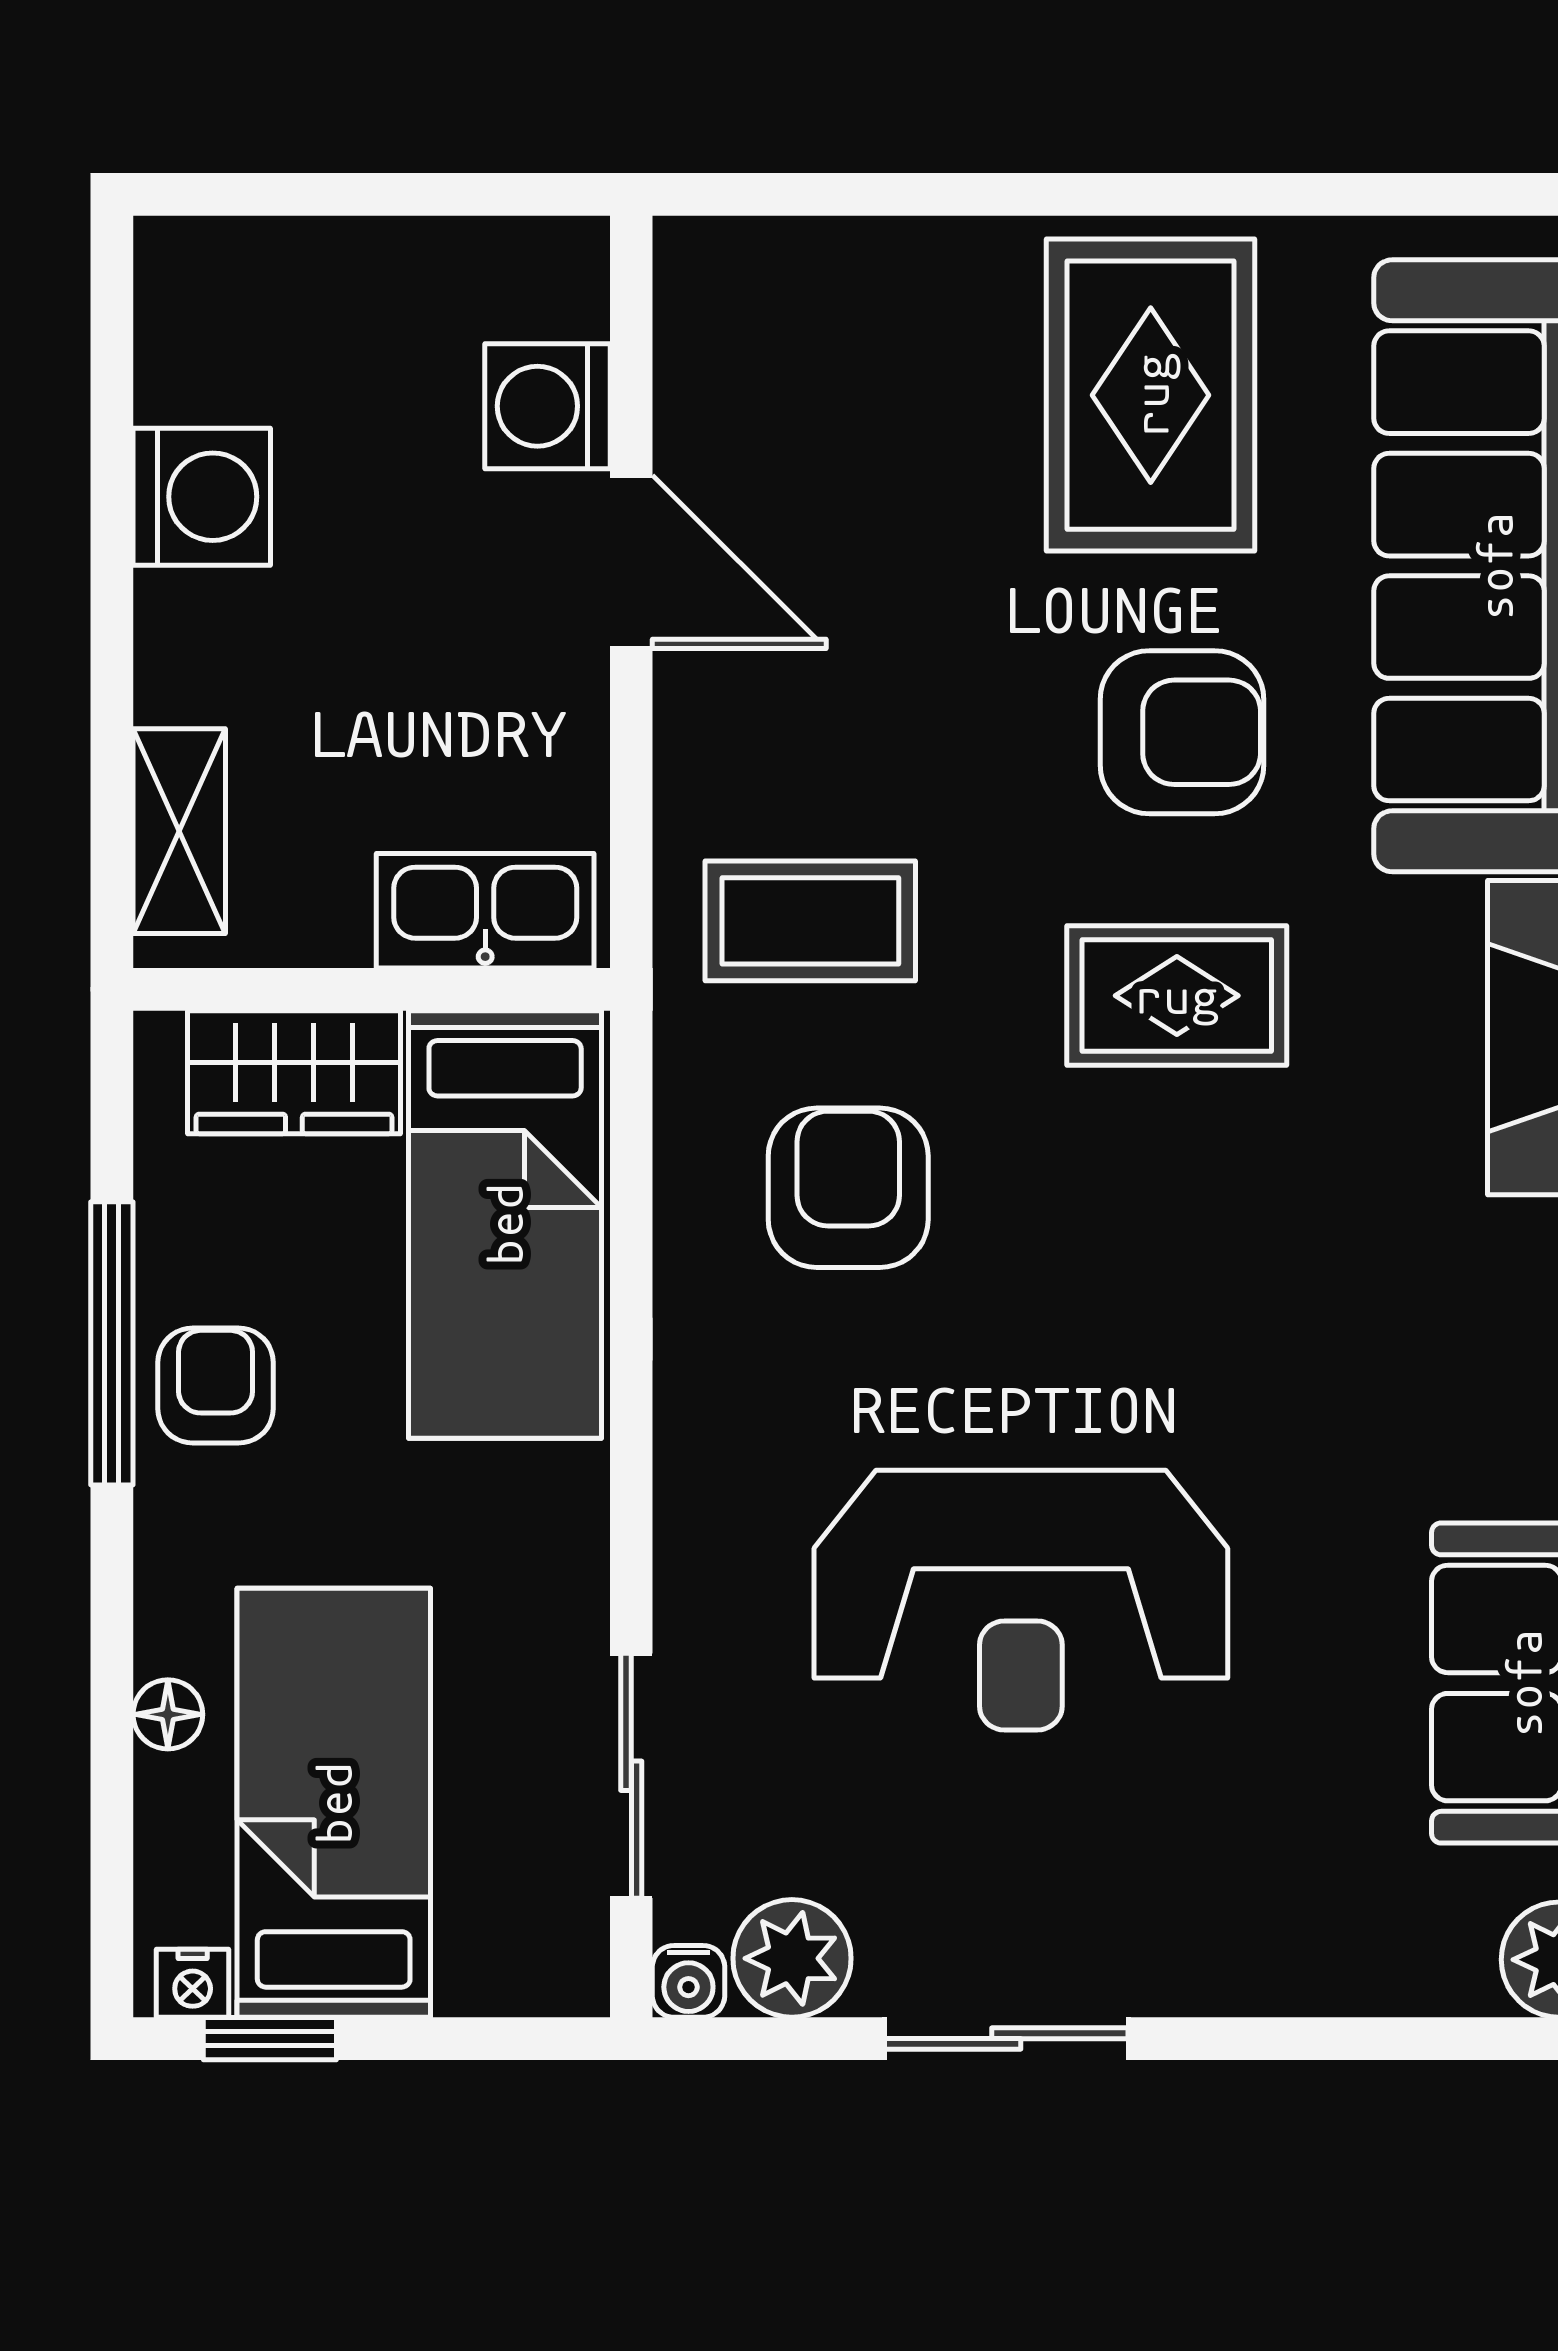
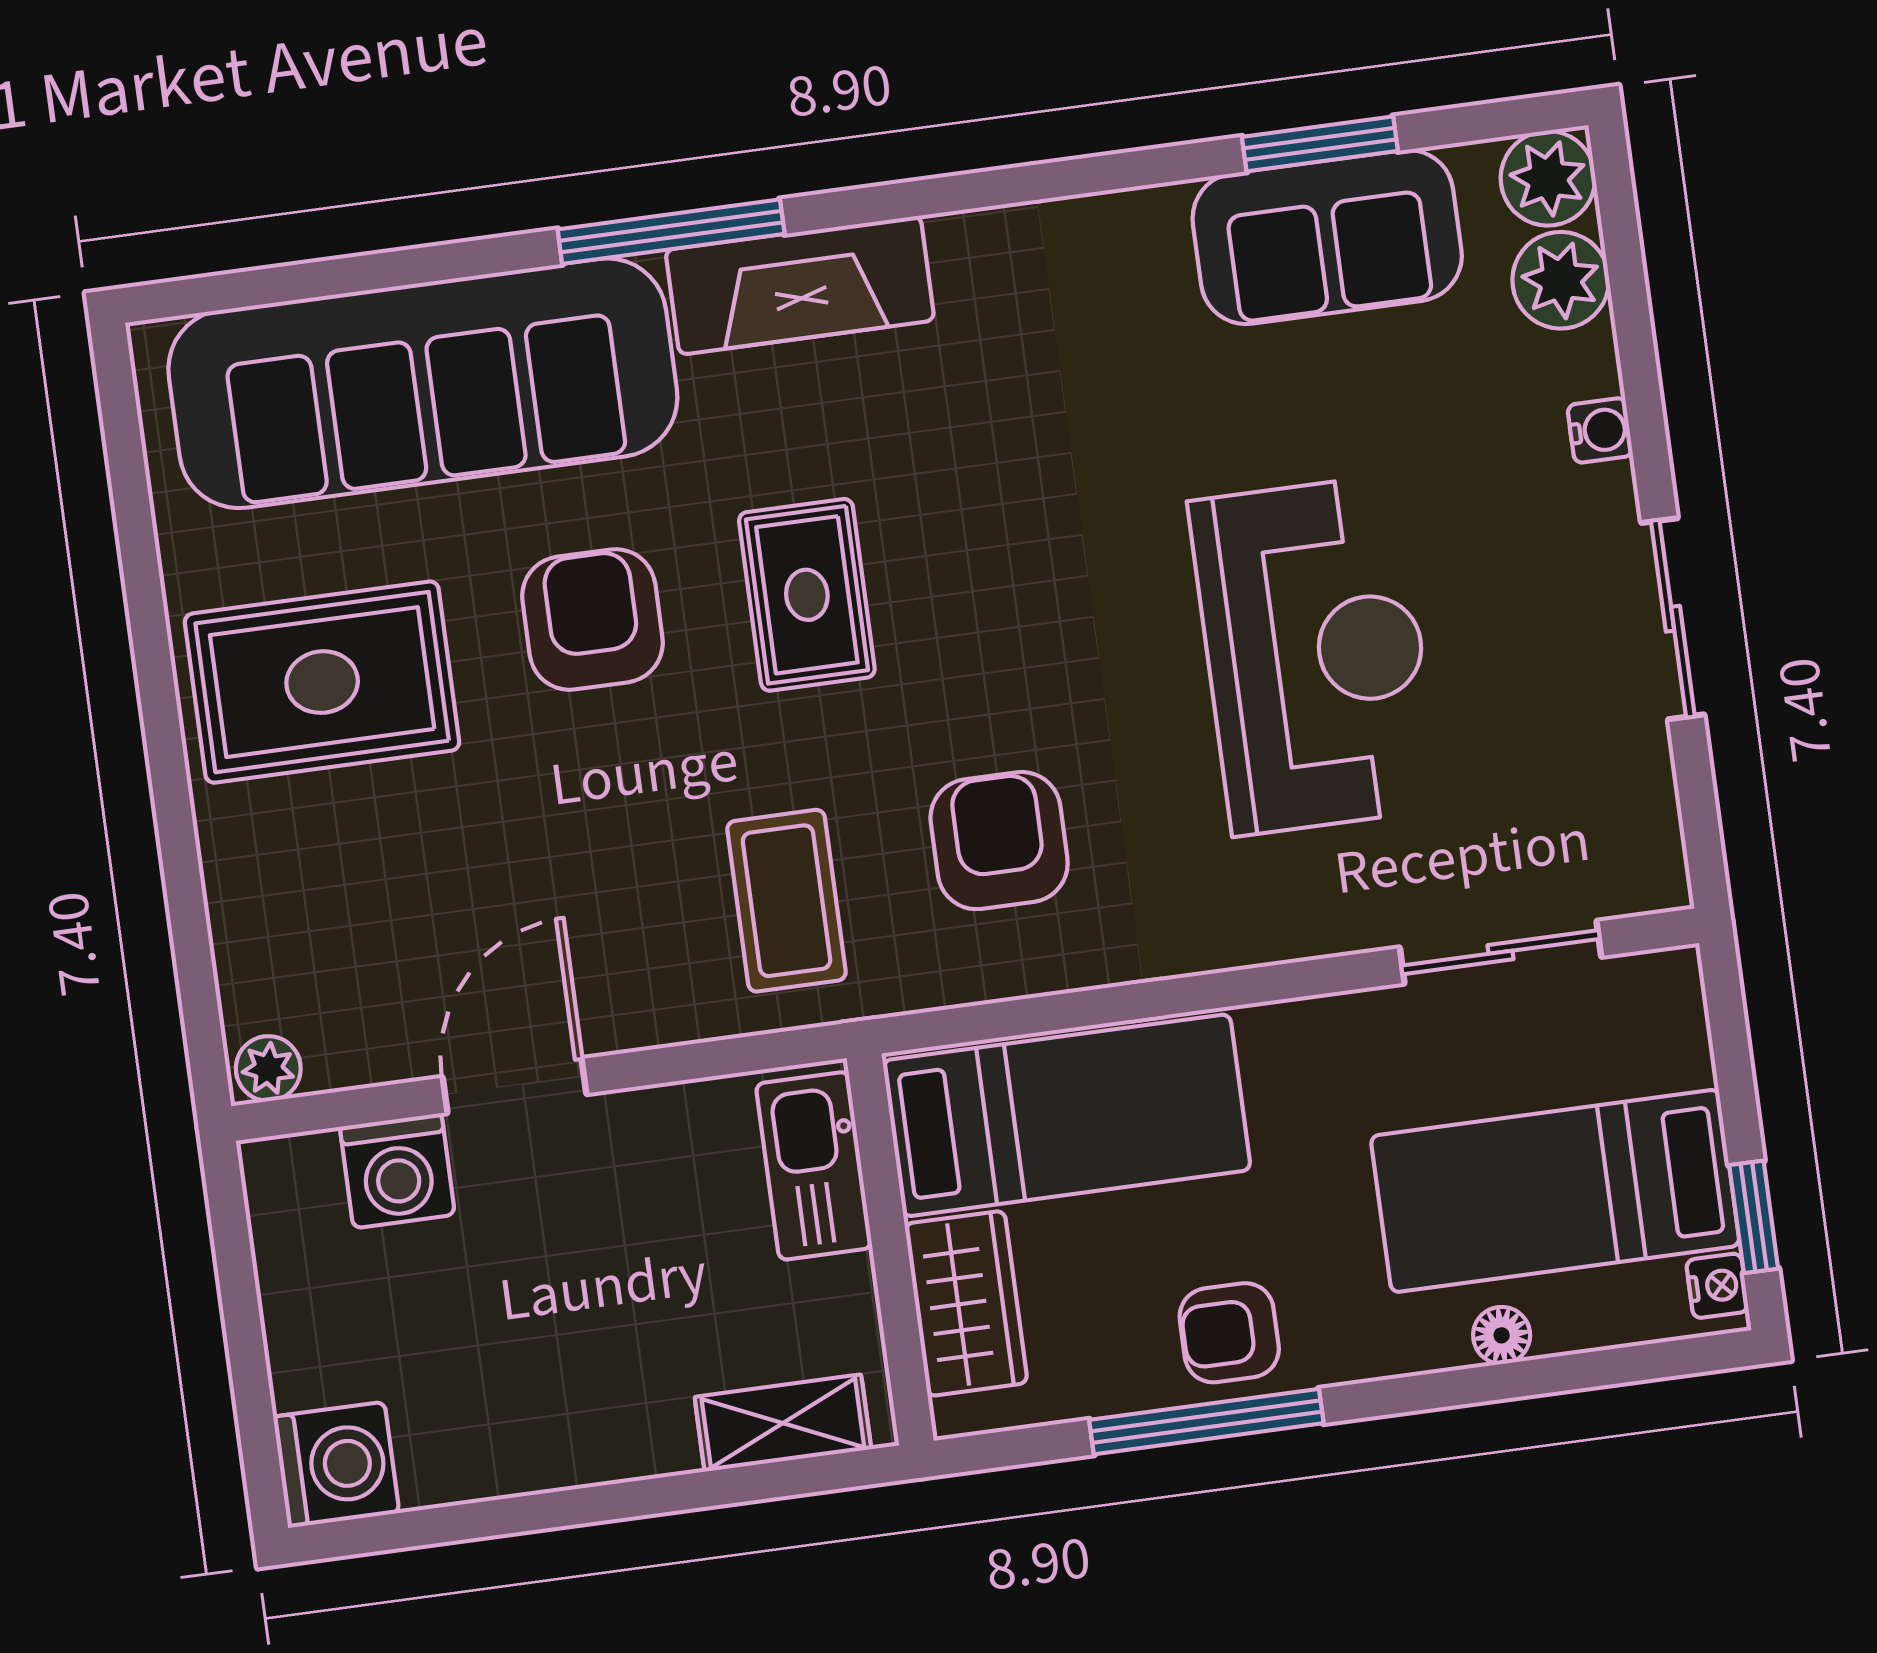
plant: (692, 267) -> (268, 1069), added
washing machine: (202, 497) -> (336, 1465), moved, turned 90
armchair: (848, 1188) -> (999, 841), turned 90
plant: (792, 1958) -> (1561, 280), moved
water cooler: (688, 1981) -> (1600, 430), moved

